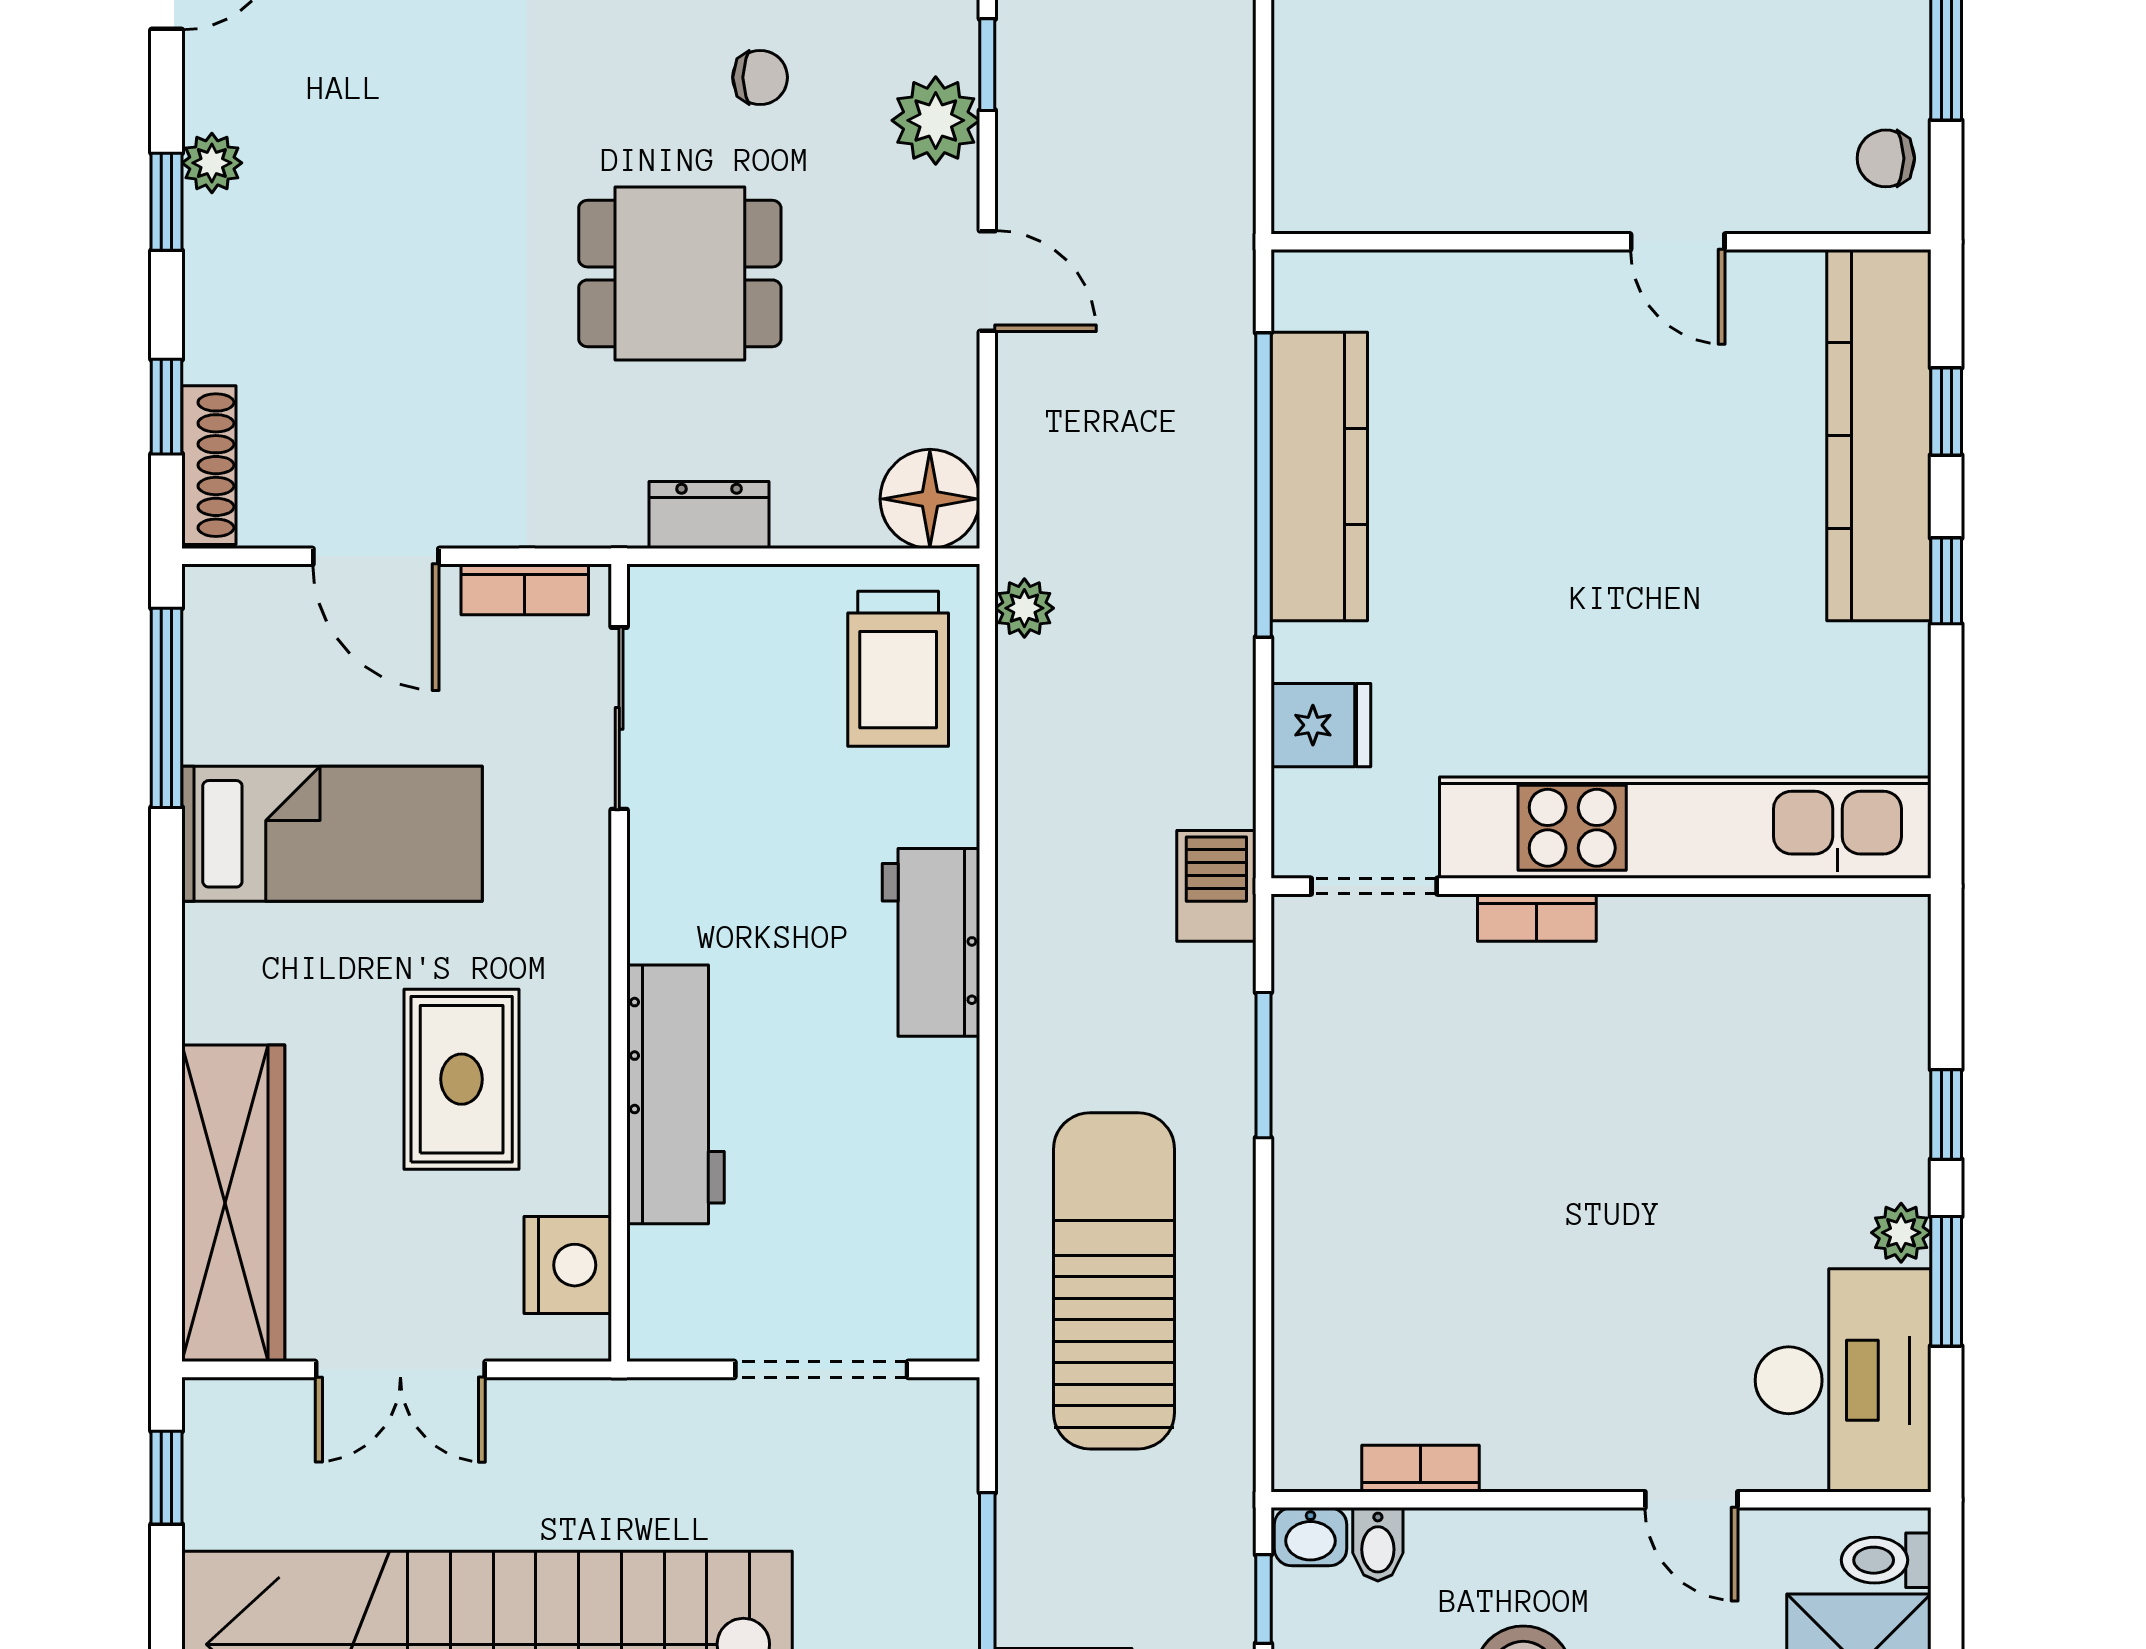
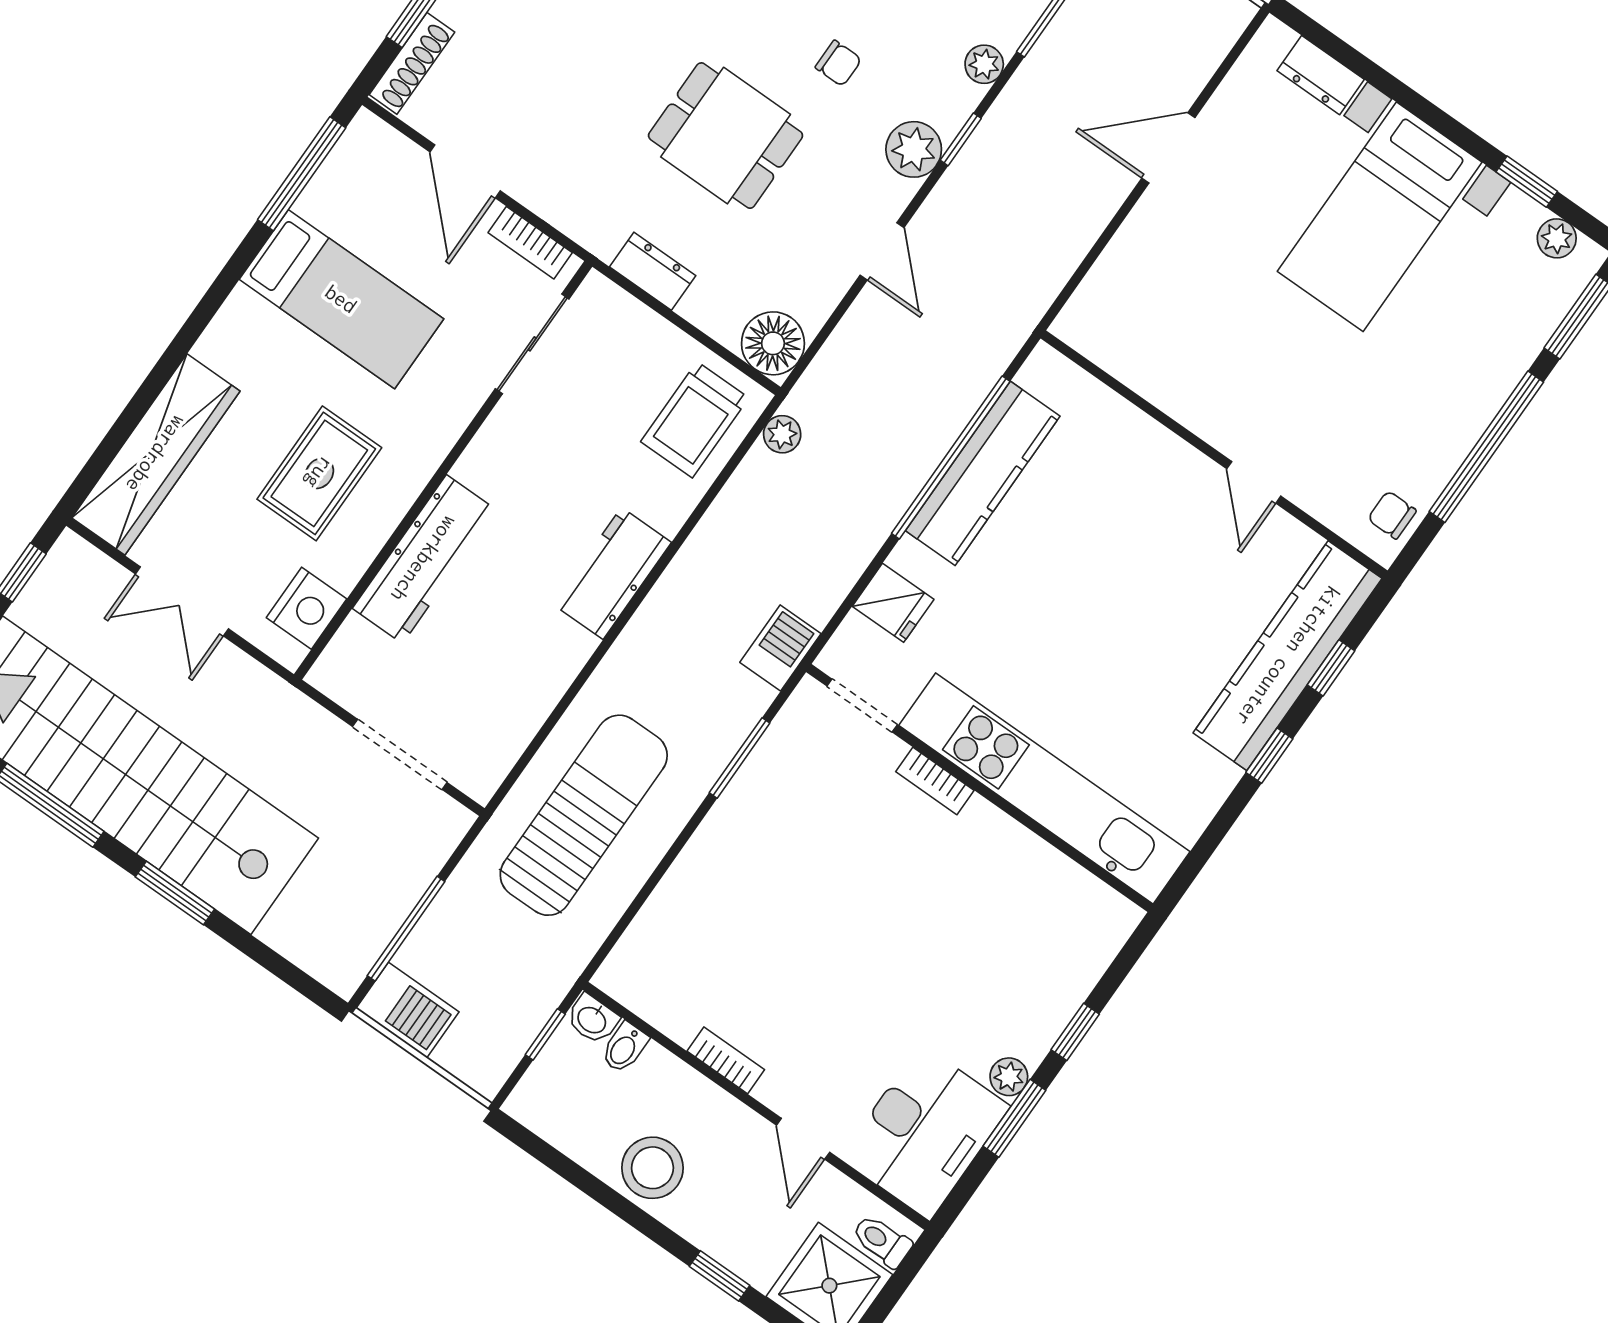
bookcase: (1421, 1469) -> (726, 1060), moved

